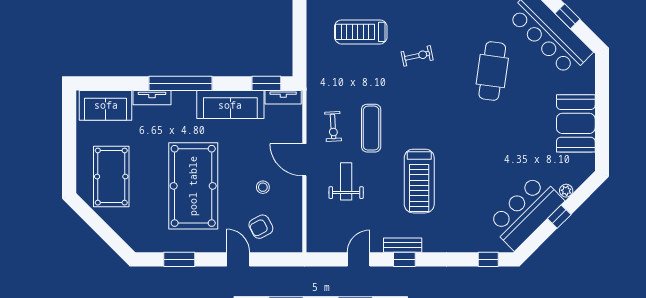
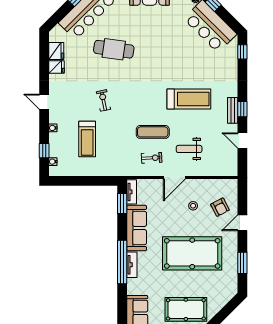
tv unit: (152, 98) -> (132, 265), moved

